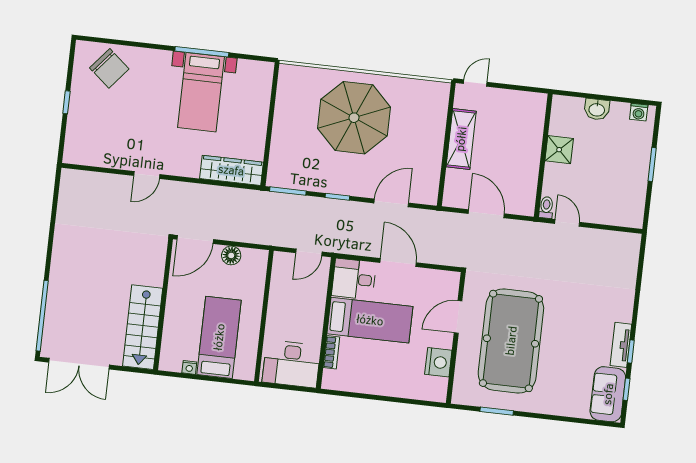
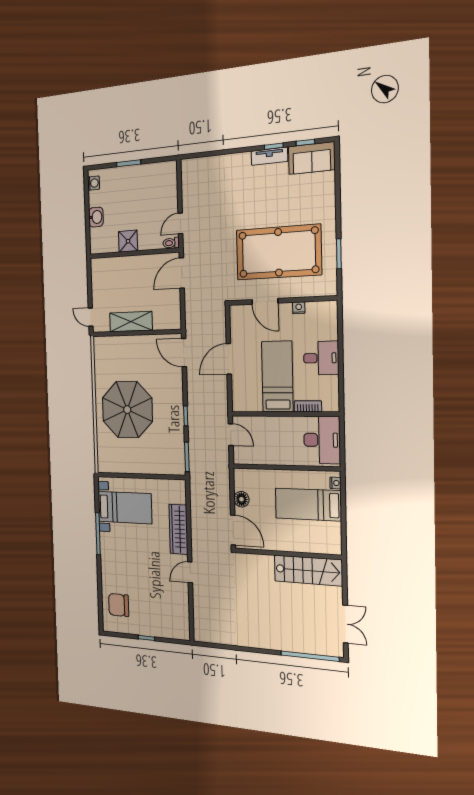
chair: (109, 68) -> (119, 605), turned -130
bed with nightstands: (201, 92) -> (125, 508), moved
wardrobe: (231, 170) -> (178, 529), moved
door: (147, 175) -> (190, 572), swing flipped
door: (391, 203) -> (184, 353), moved
door: (486, 214) -> (182, 273), moved
desk: (354, 279) -> (321, 358), moved, turned -90
nightstand: (438, 362) -> (299, 308), width x0.53, depth x0.56
double door: (79, 364) -> (345, 624), width x0.73
nightstand: (189, 367) -> (335, 483), moved

